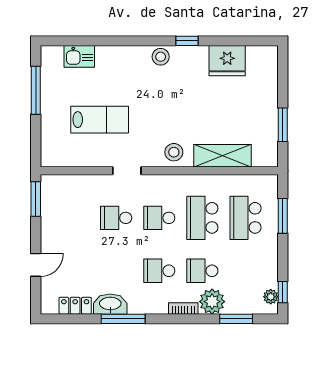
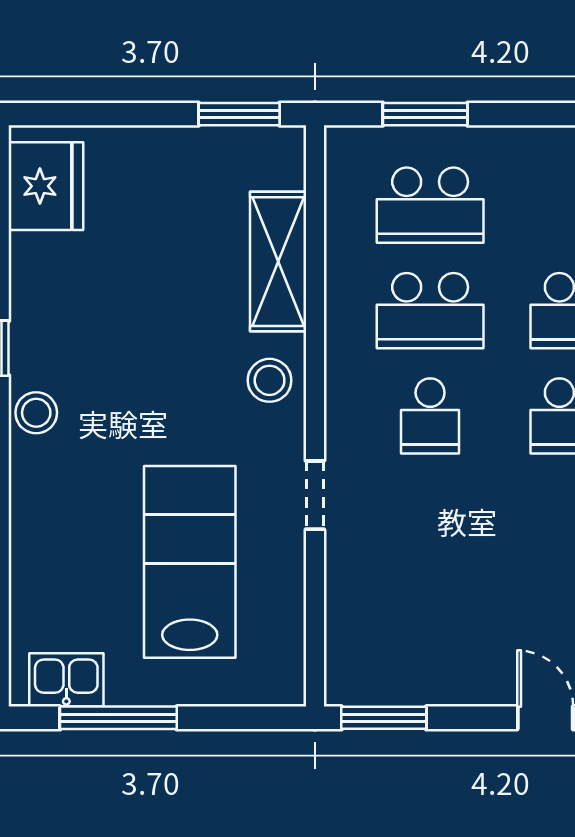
kitchen sink: (79, 56) -> (66, 680), moved, turned -90
fridge: (227, 61) -> (46, 186), moved
lab bench: (100, 120) -> (190, 562), width x1.36, depth x1.39
window: (283, 125) -> (239, 114), moved
school desk: (116, 218) -> (430, 521), removed

